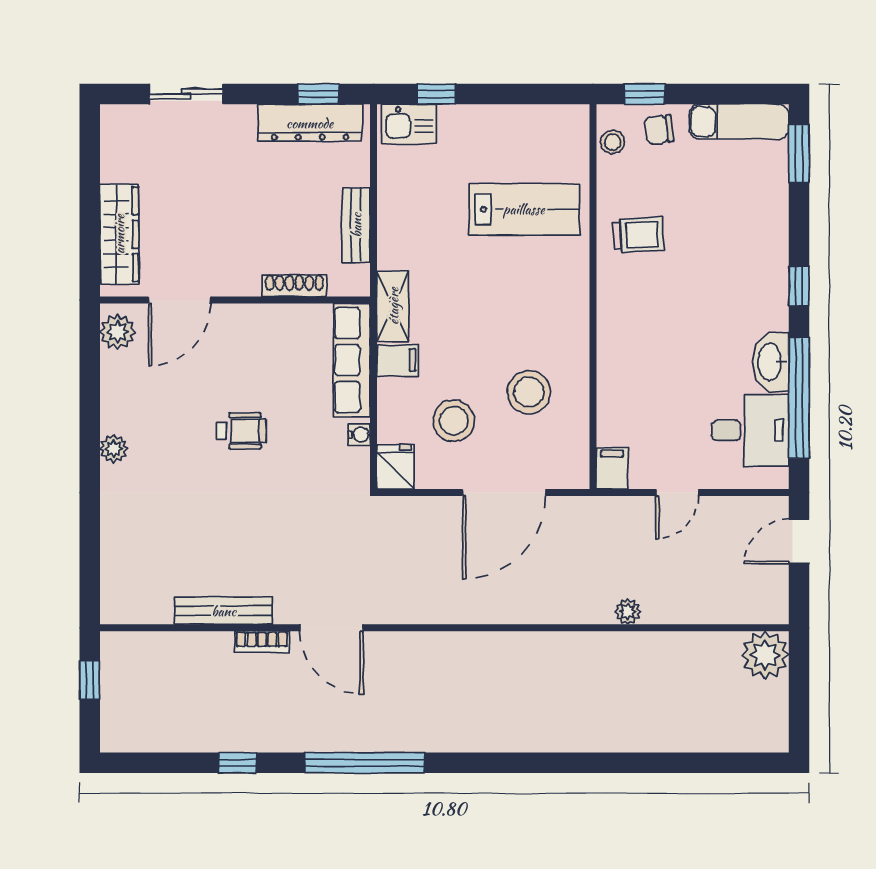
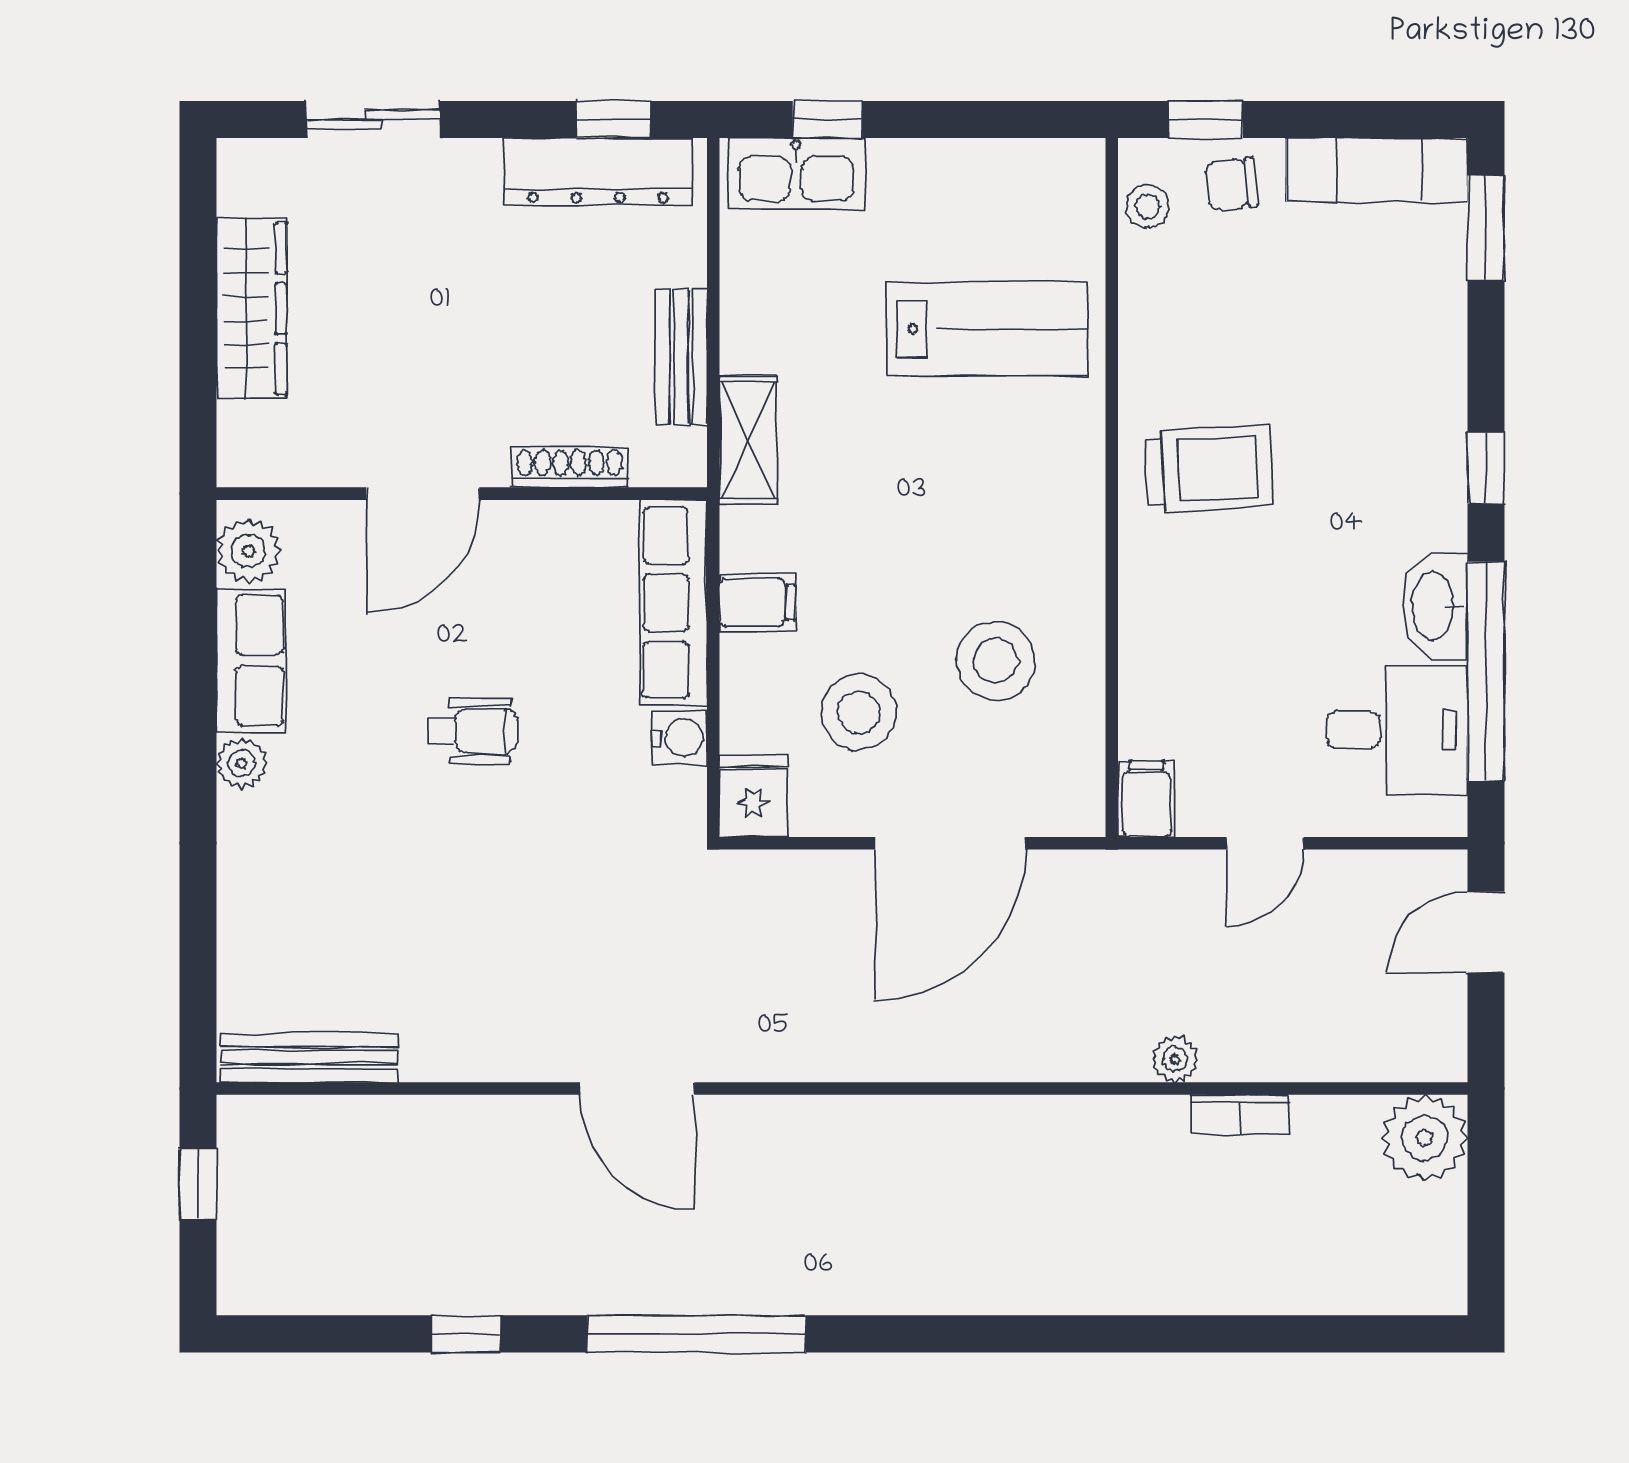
kitchen sink: (409, 124) -> (796, 174), width x1.38
wardrobe: (119, 234) -> (252, 309), moved
trolley: (638, 235) -> (1209, 469), moved, width x1.36, depth x1.39
door: (180, 300) -> (423, 494), moved
shelving: (393, 306) -> (748, 440), moved
row of seats: (119, 392) -> (251, 661), added
water cooler: (359, 435) -> (680, 738), width x1.38, depth x1.38
bench: (224, 611) -> (309, 1058), moved
bookcase: (262, 642) -> (1240, 1114), moved

